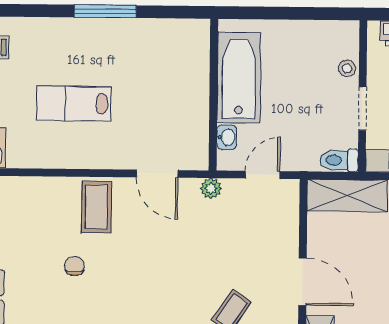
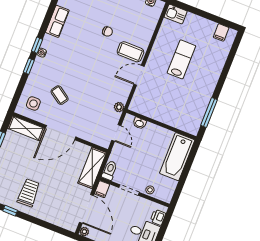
window: (105, 11) -> (209, 113), moved
bathtub: (239, 78) -> (177, 157), moved, turned 90
door: (157, 174) -> (139, 75), moved
door: (302, 282) -> (61, 133), width x1.36

